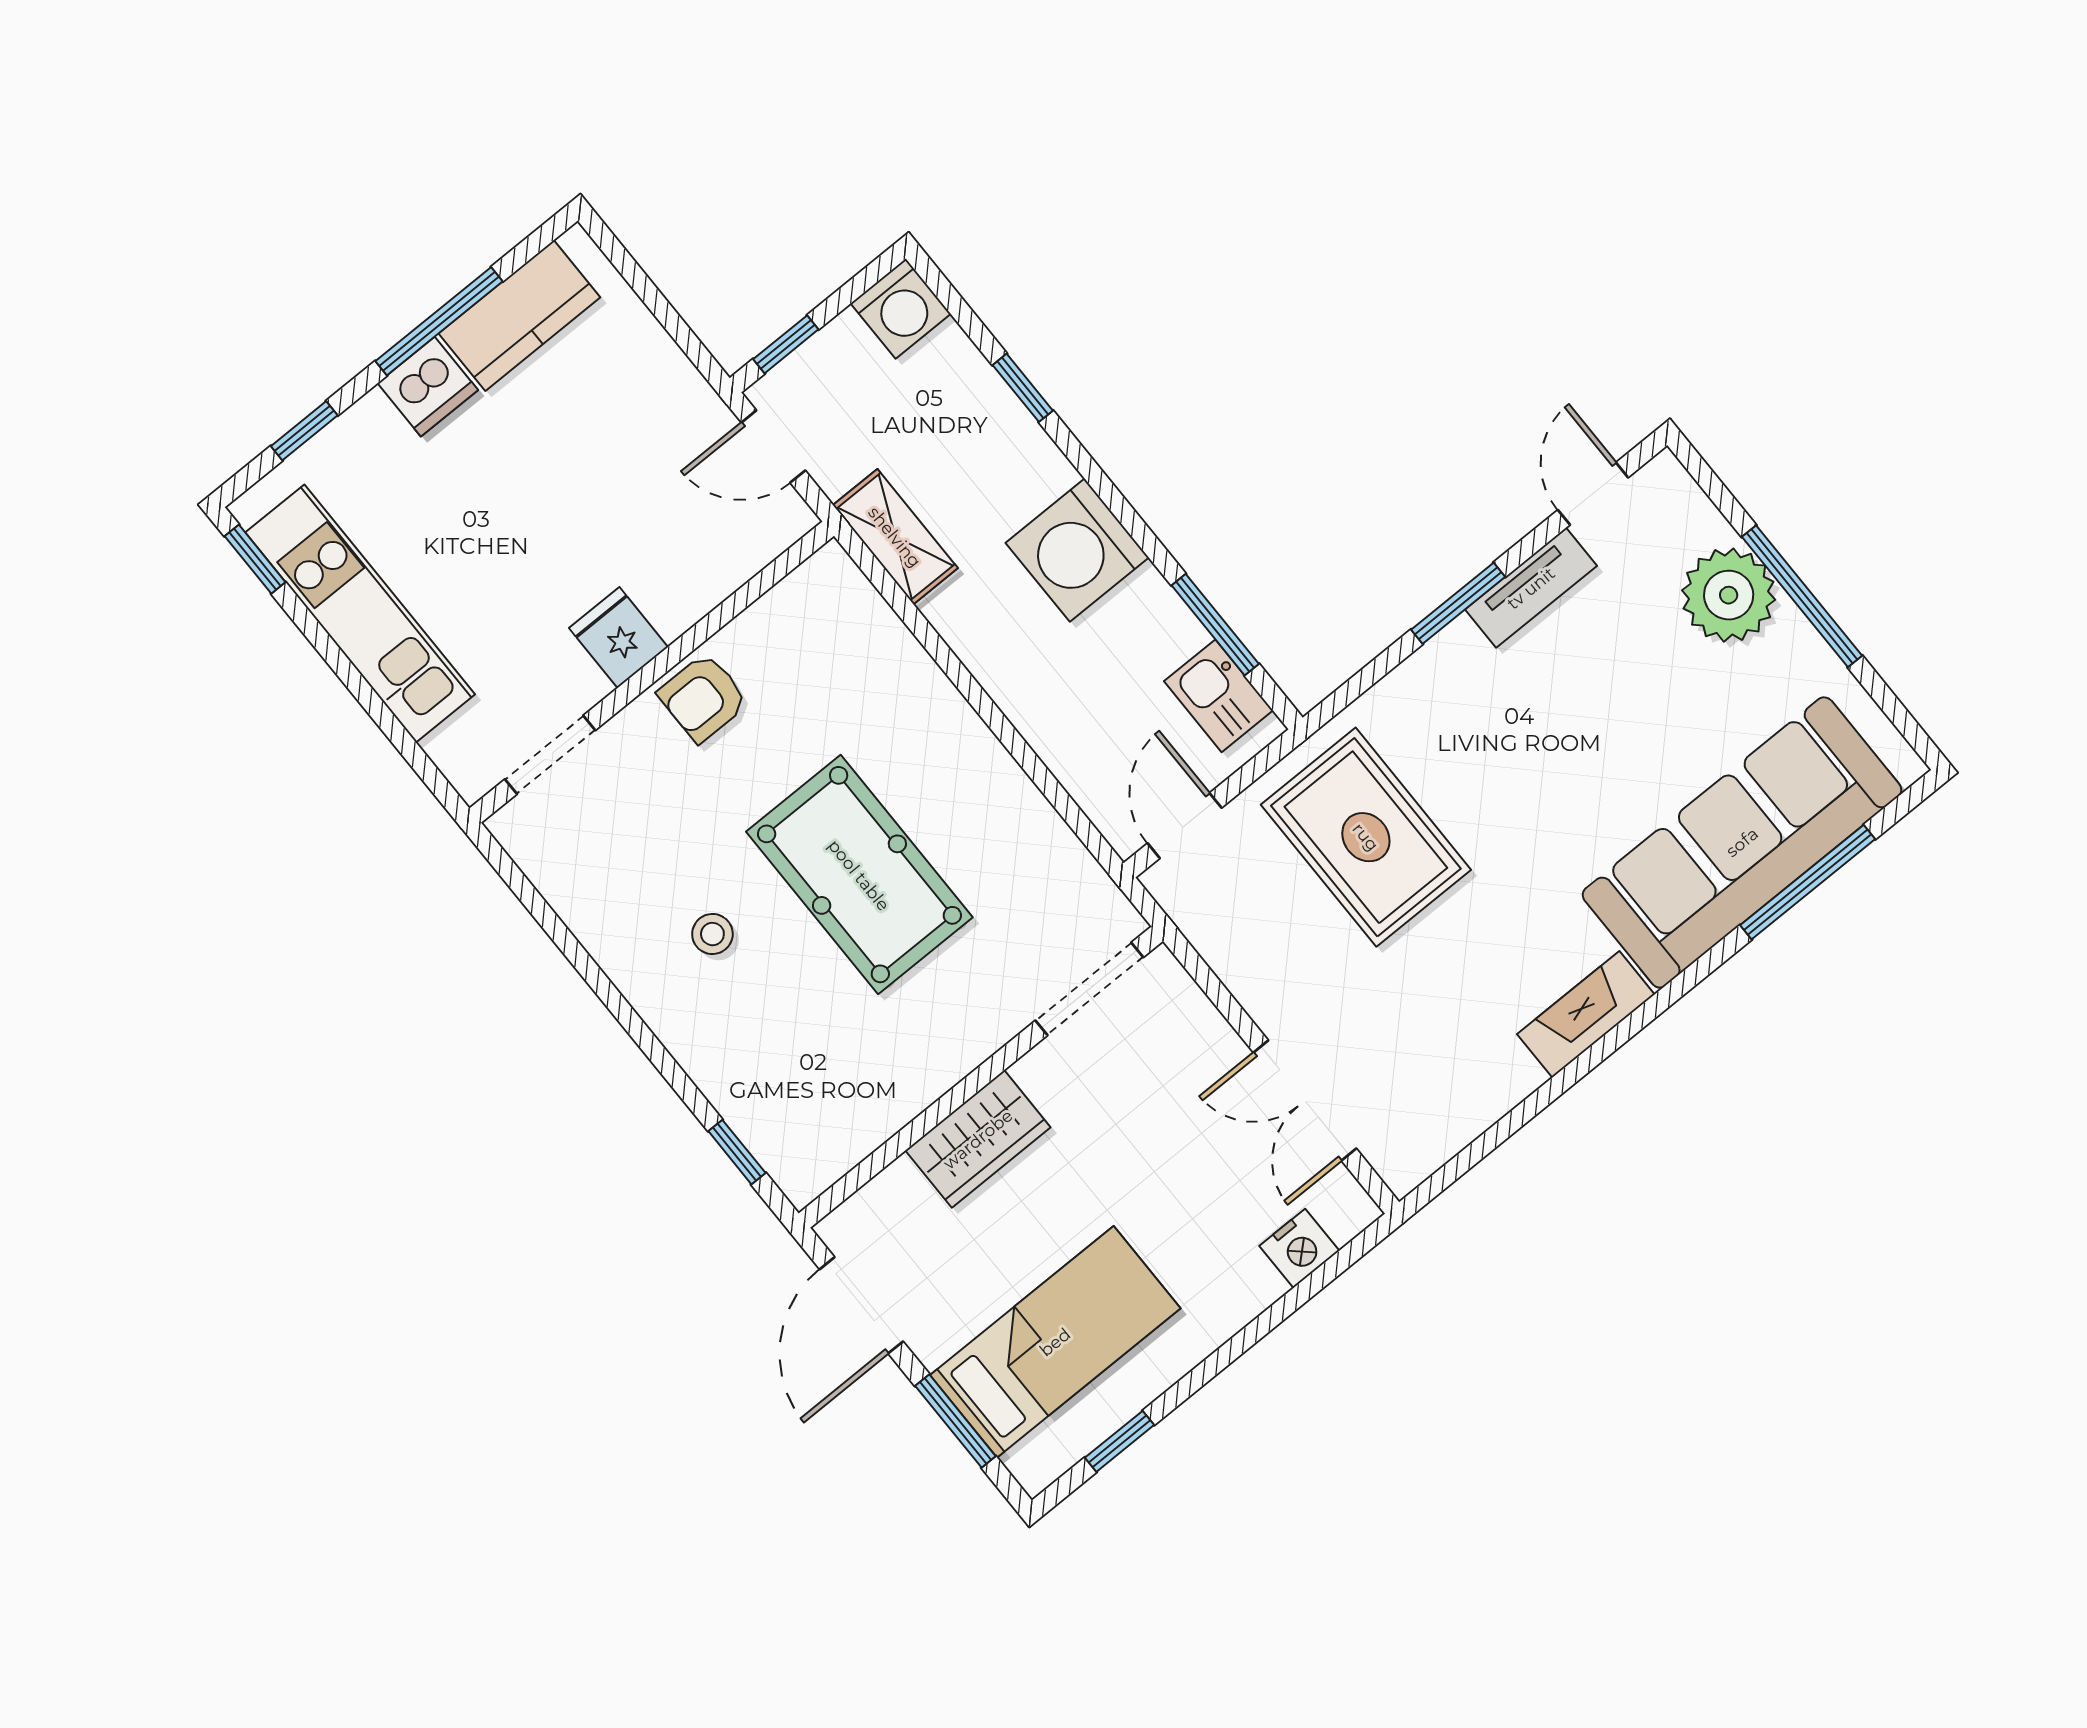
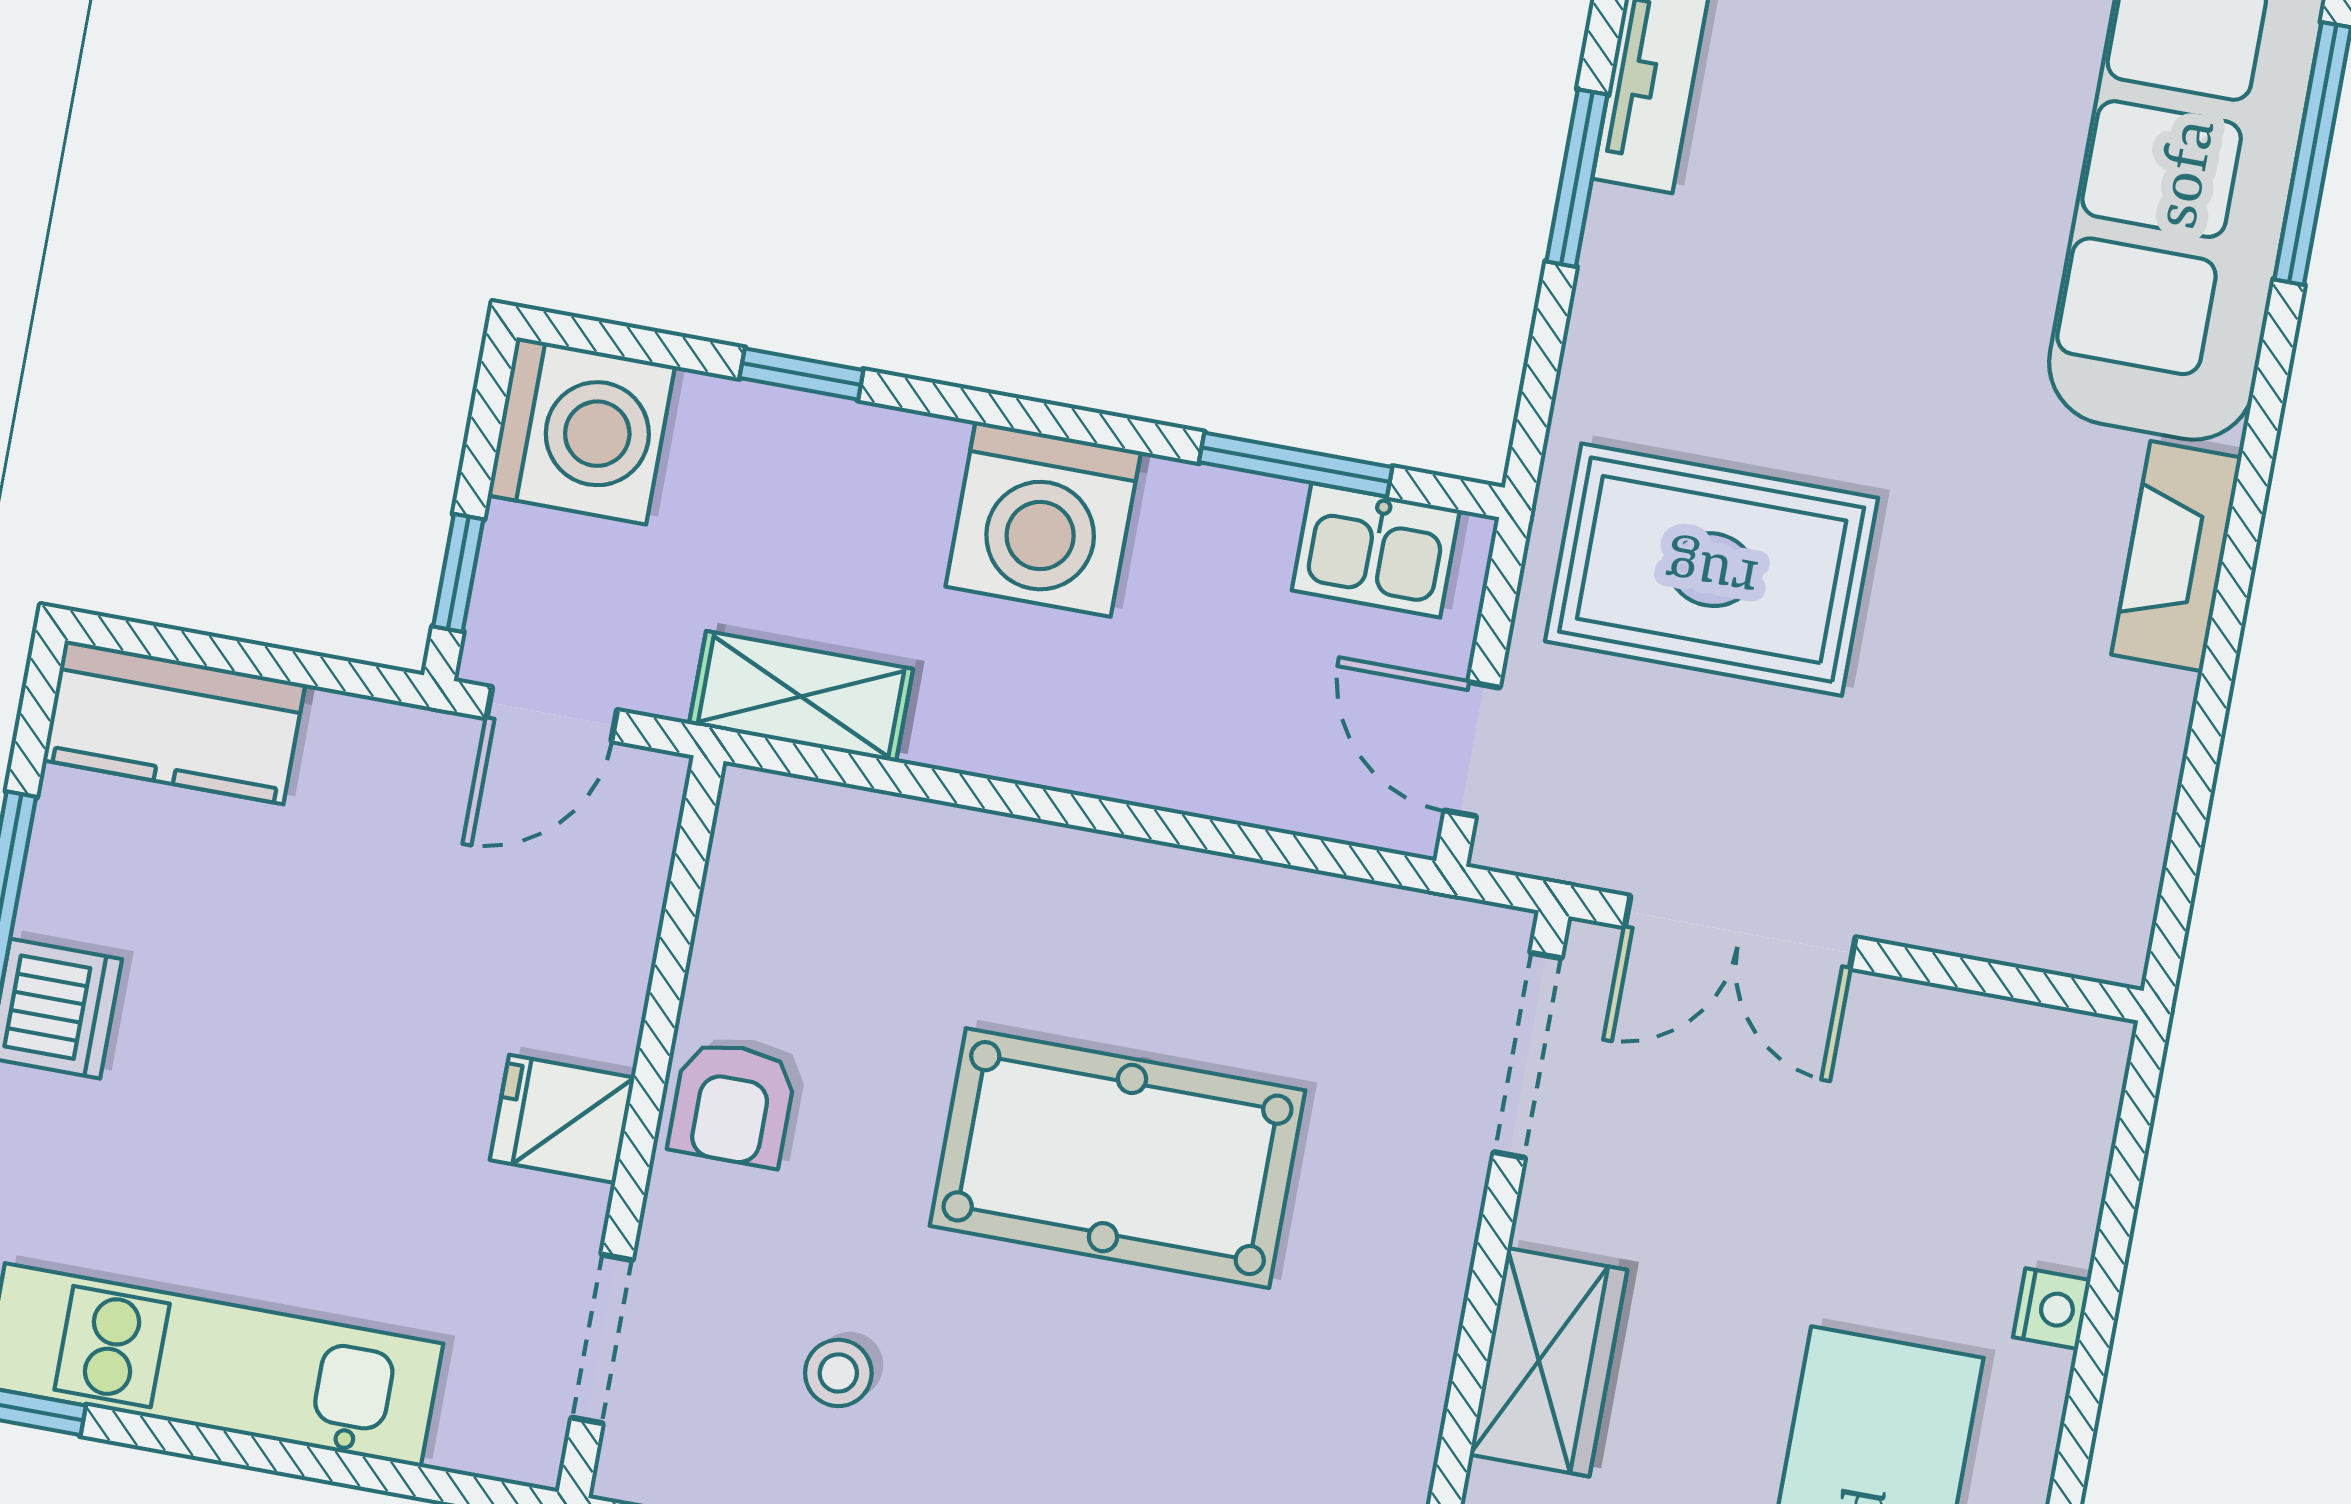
washing machine: (901, 309) -> (581, 431), width x1.37, depth x1.37
kitchen counter: (519, 315) -> (174, 722), moved, turned 90
stool: (712, 934) -> (838, 1373), moved
double door: (1305, 1101) -> (1740, 932), moved
nightstand: (1299, 1248) -> (2052, 1309), moved, width x0.72, depth x0.74

